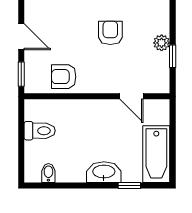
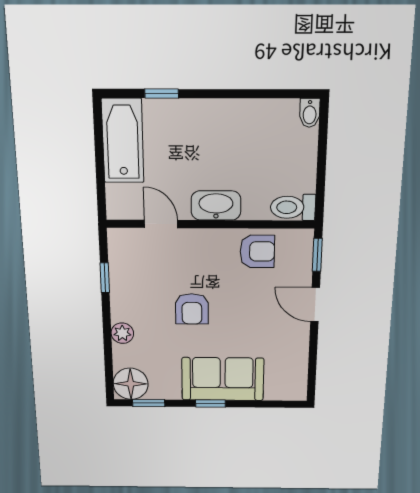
plant: (162, 43) -> (122, 333), moved
toilet: (40, 131) -> (293, 207), moved
washbasin: (104, 172) -> (216, 205), moved, turned 180
bidet: (48, 173) -> (310, 113), moved

